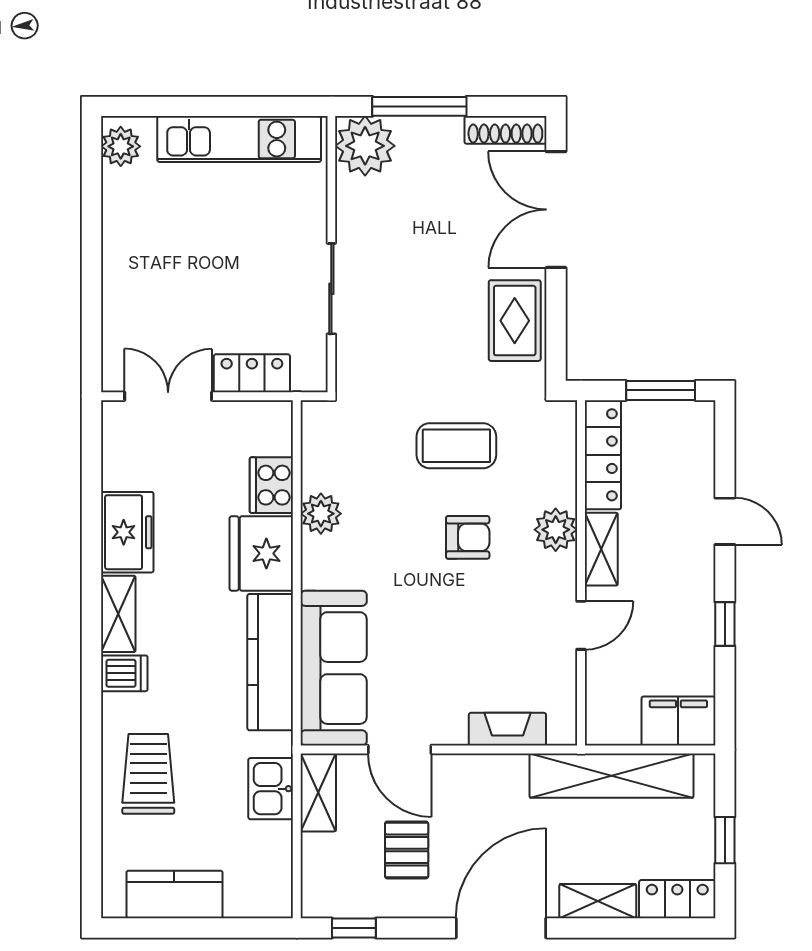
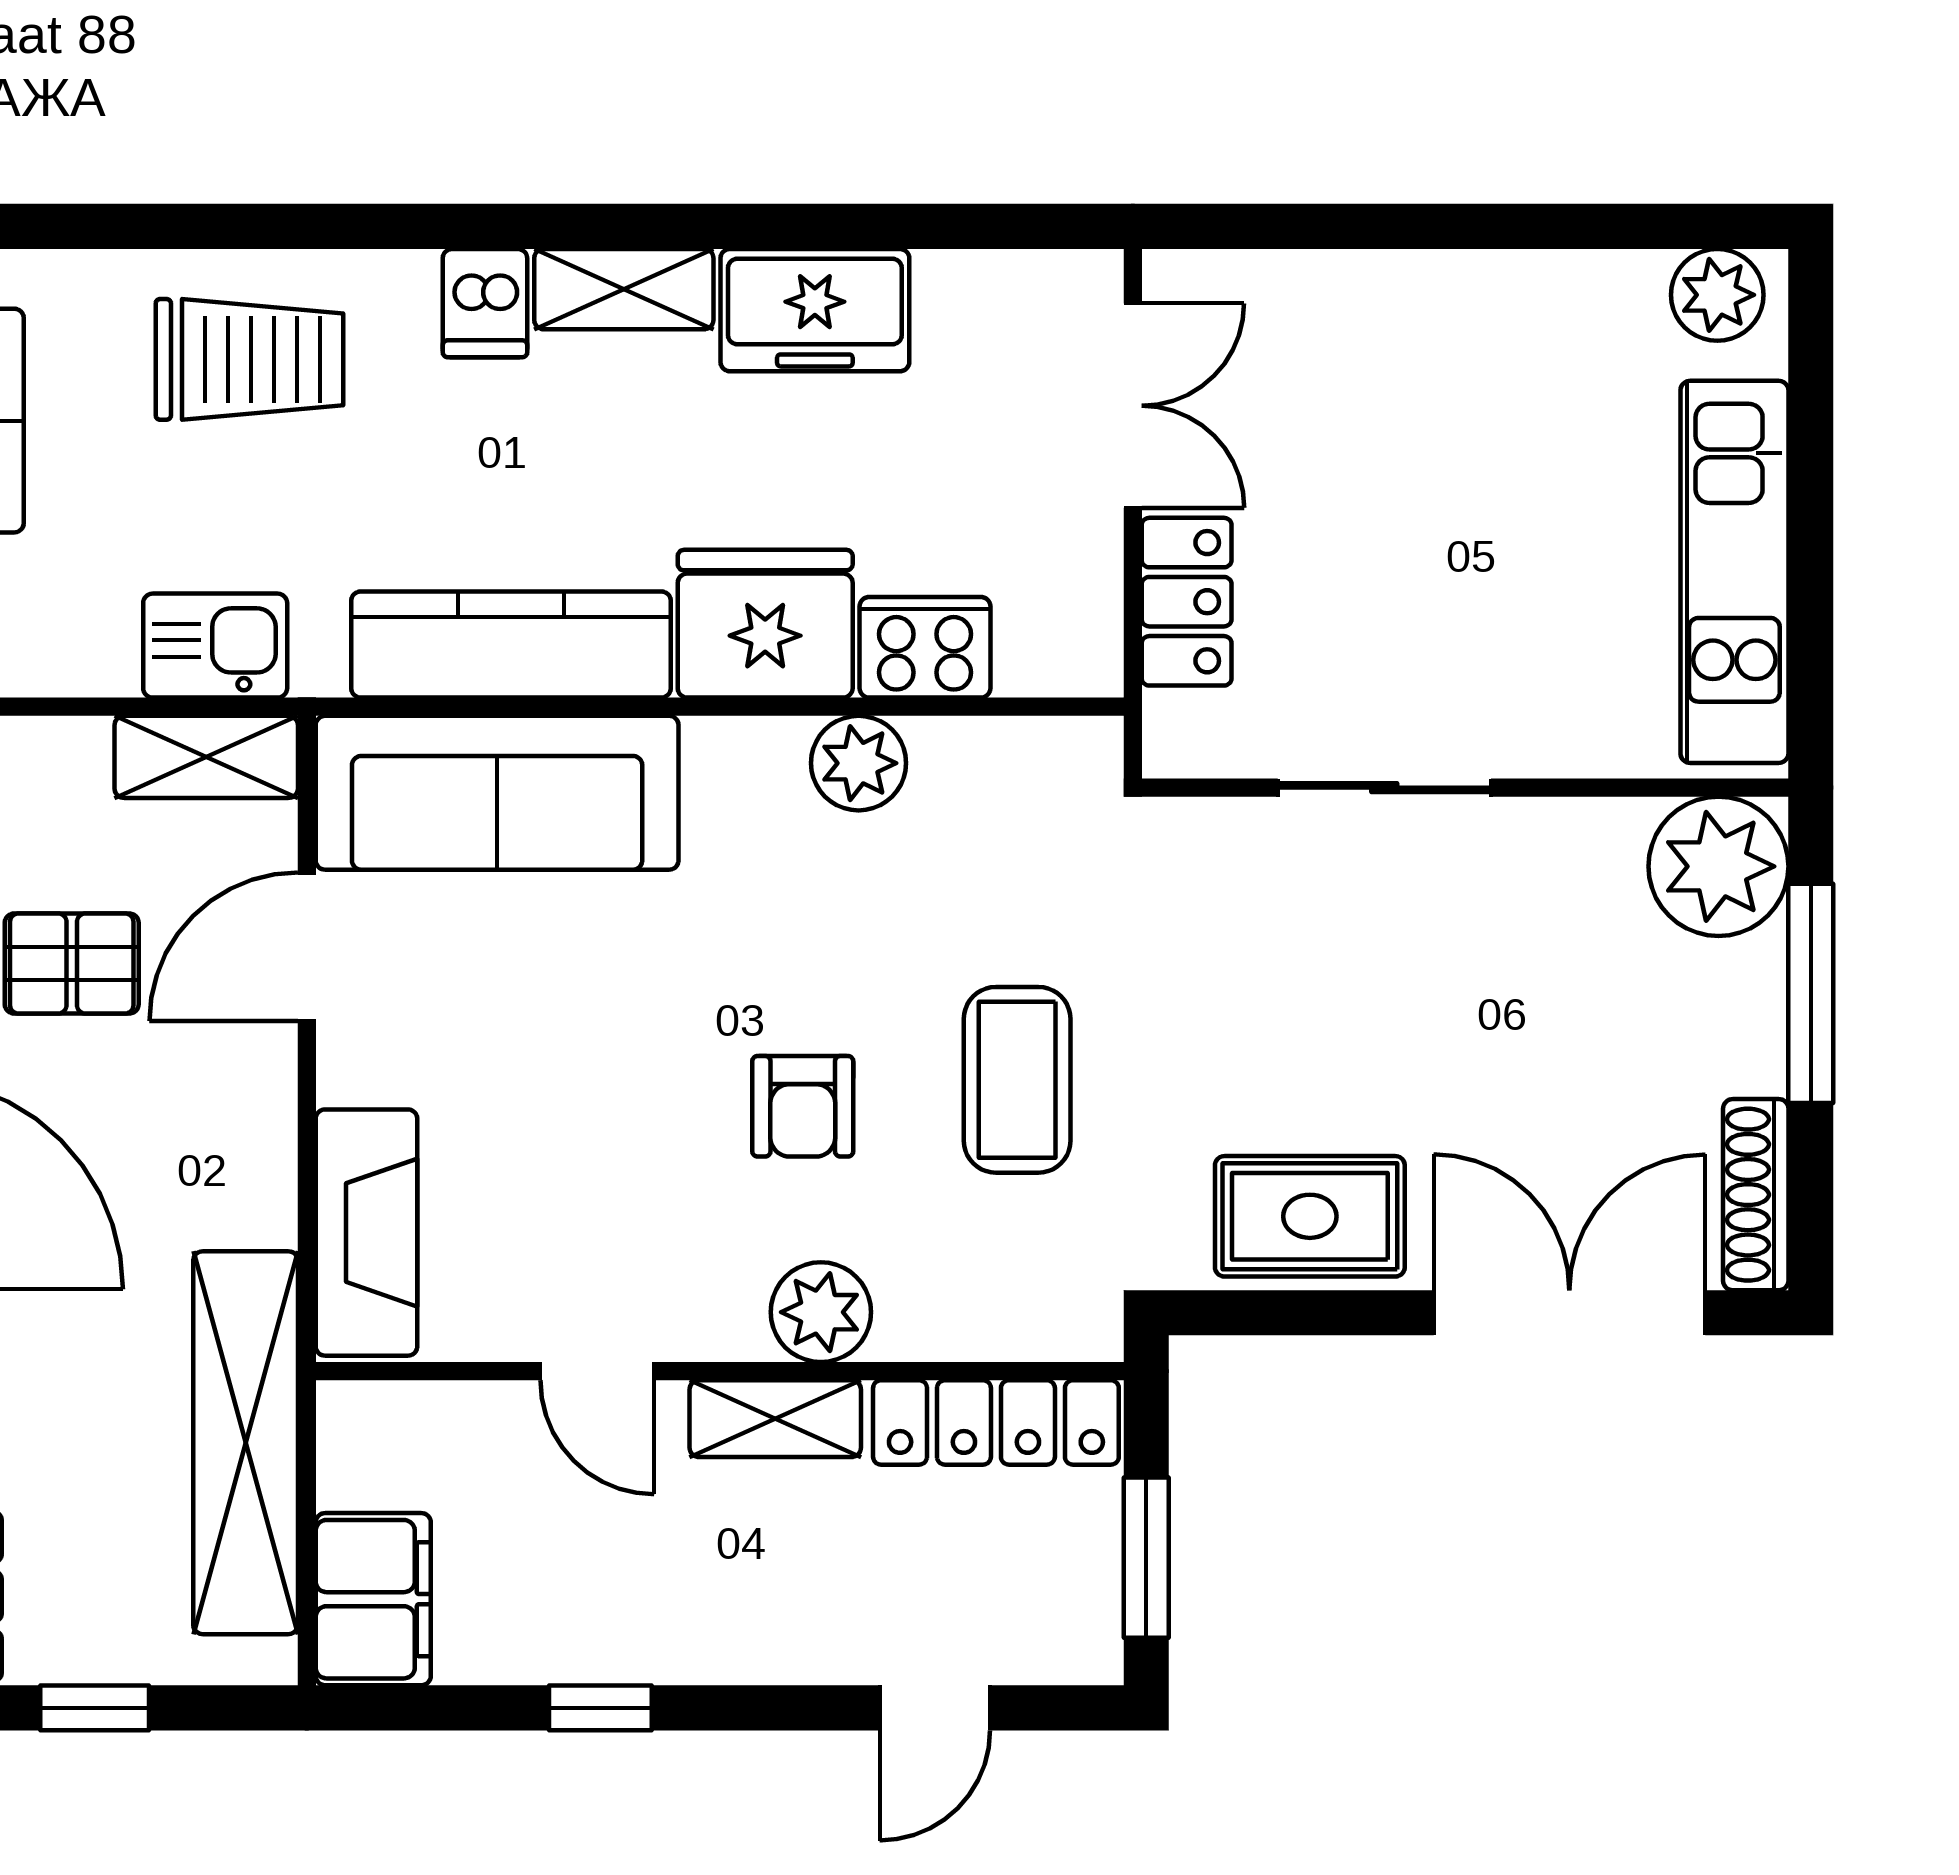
door: (725, 521) -> (935, 1708), moved
fireplace: (507, 729) -> (366, 1233), width x1.37, depth x1.32

